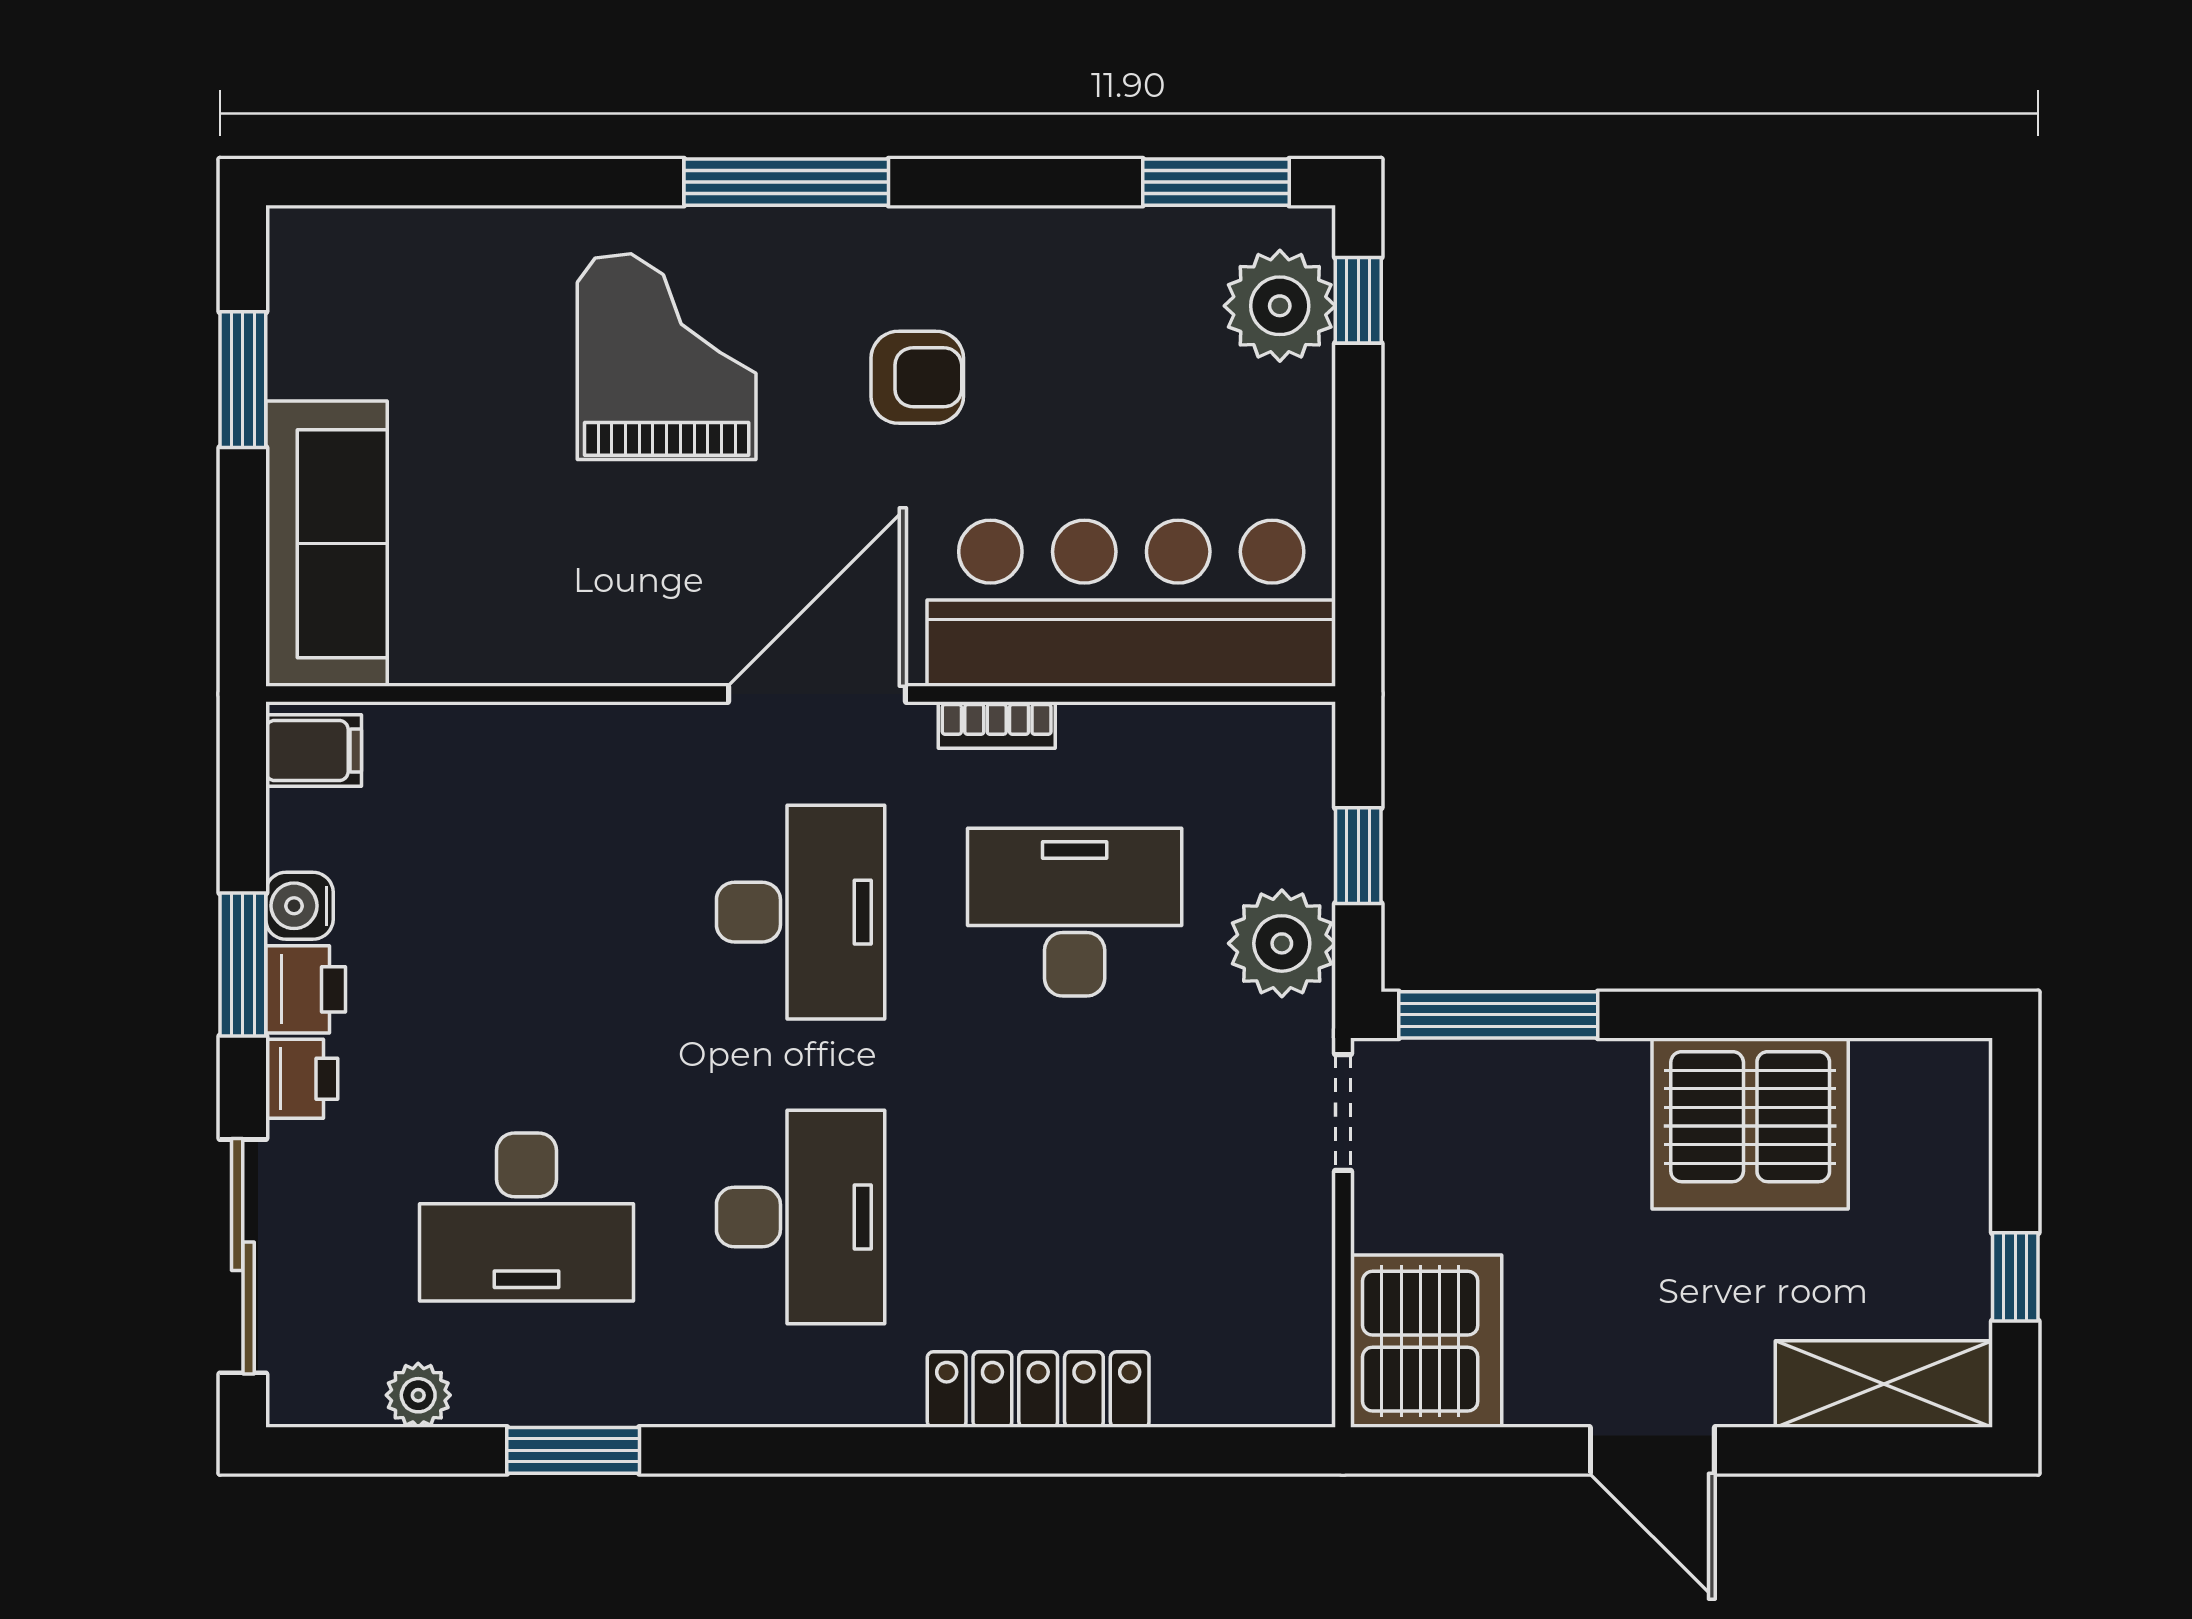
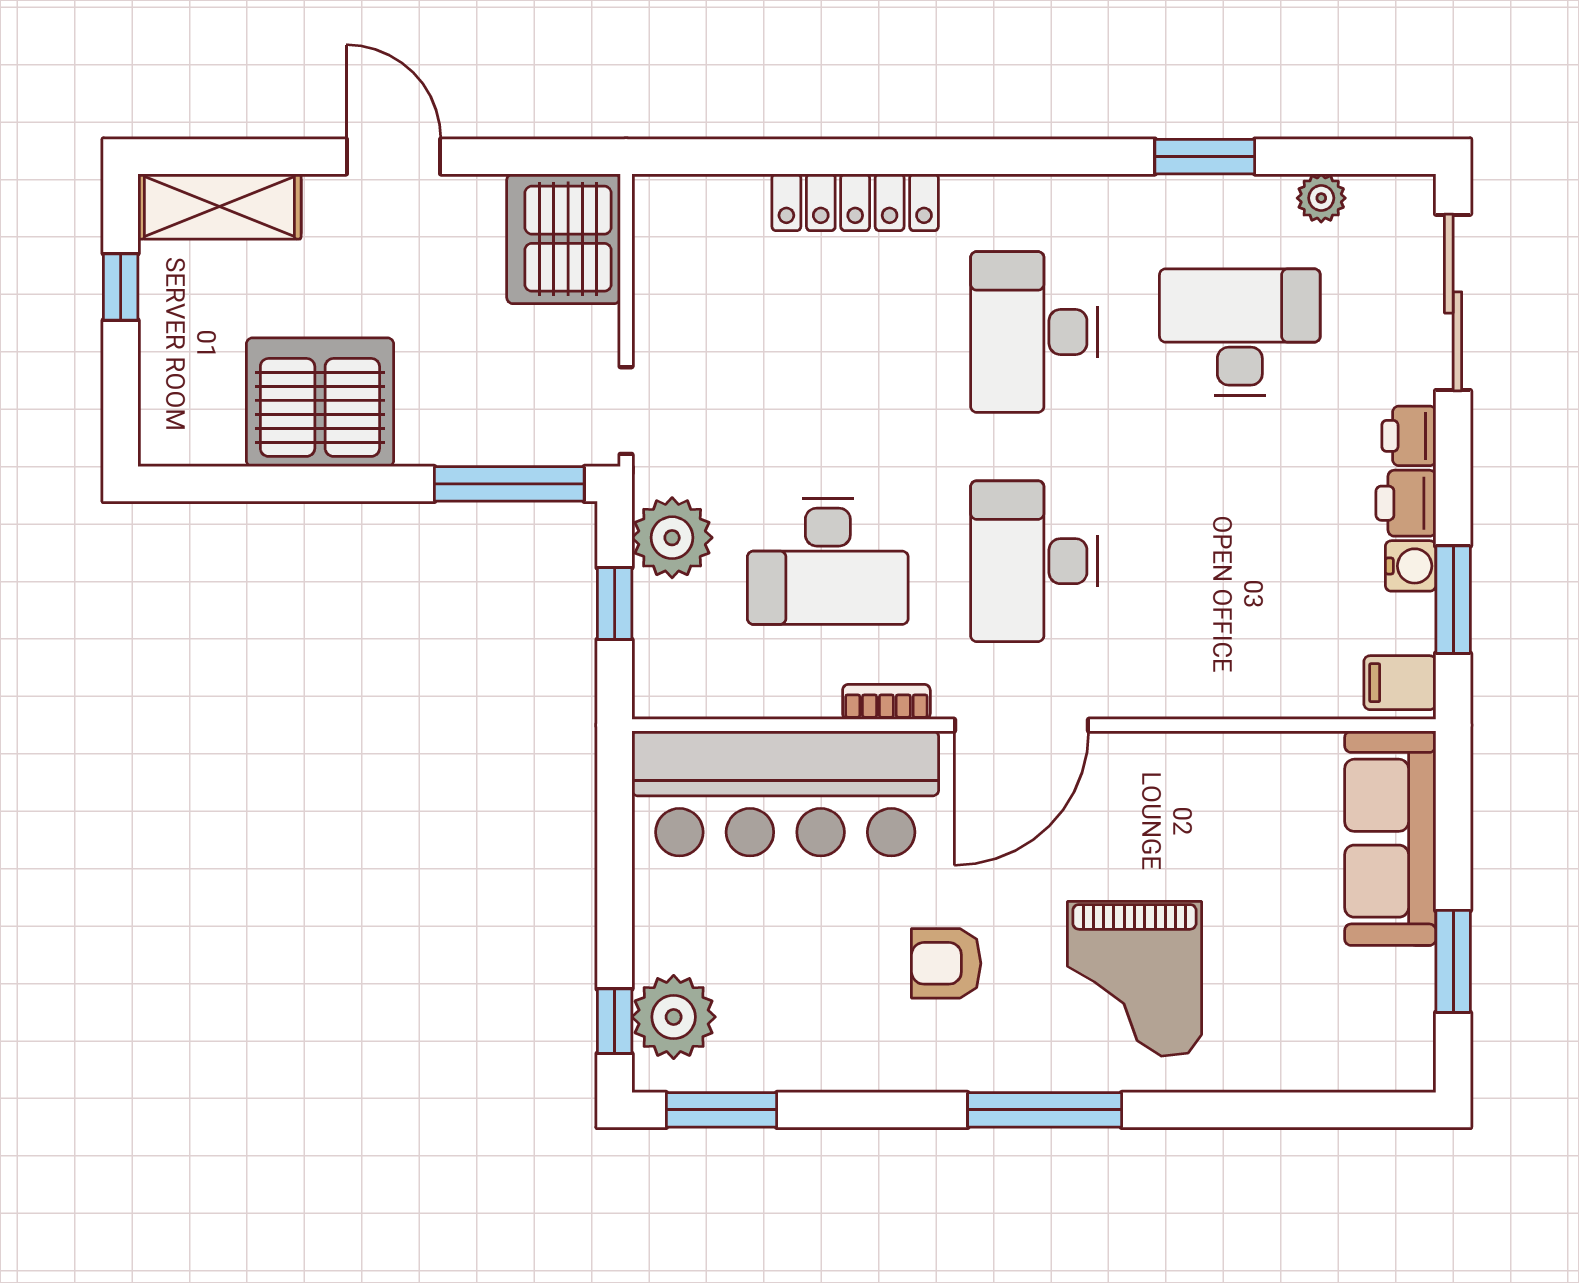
window: (243, 965) -> (1453, 600), moved

